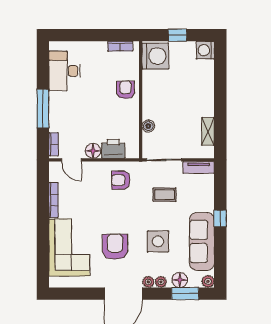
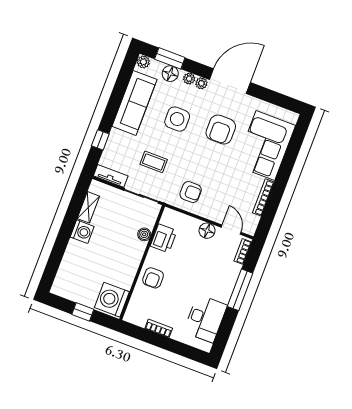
bookcase: (120, 46) -> (159, 328), moved
washing machine: (205, 50) -> (82, 232), moved
printer: (113, 149) -> (164, 238), moved, turned -90
window: (220, 218) -> (100, 140), moved

